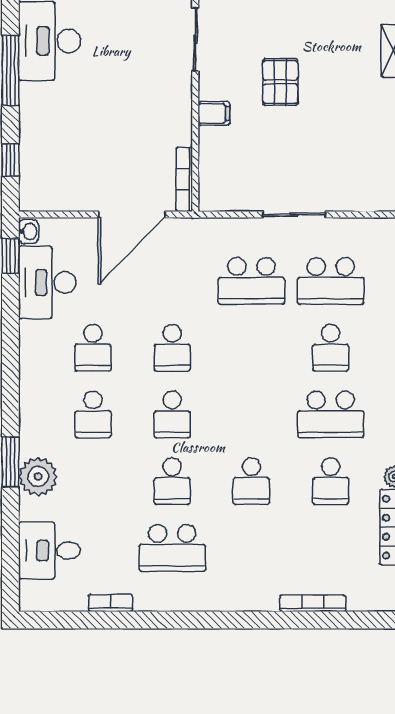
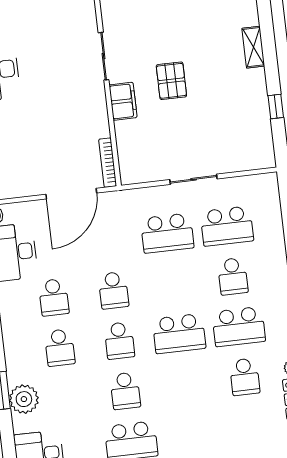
filing cabinet: (214, 113) -> (123, 101), width x2.00
school desk: (251, 481) -> (179, 334), moved, width x1.85

